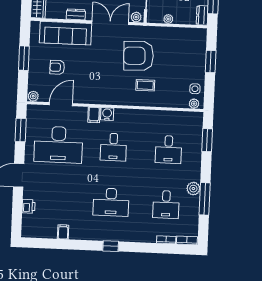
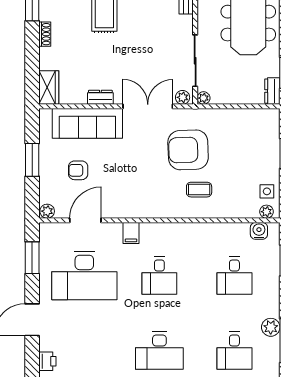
plant: (168, 19) -> (203, 98), moved
water cooler: (107, 114) -> (259, 231), moved

